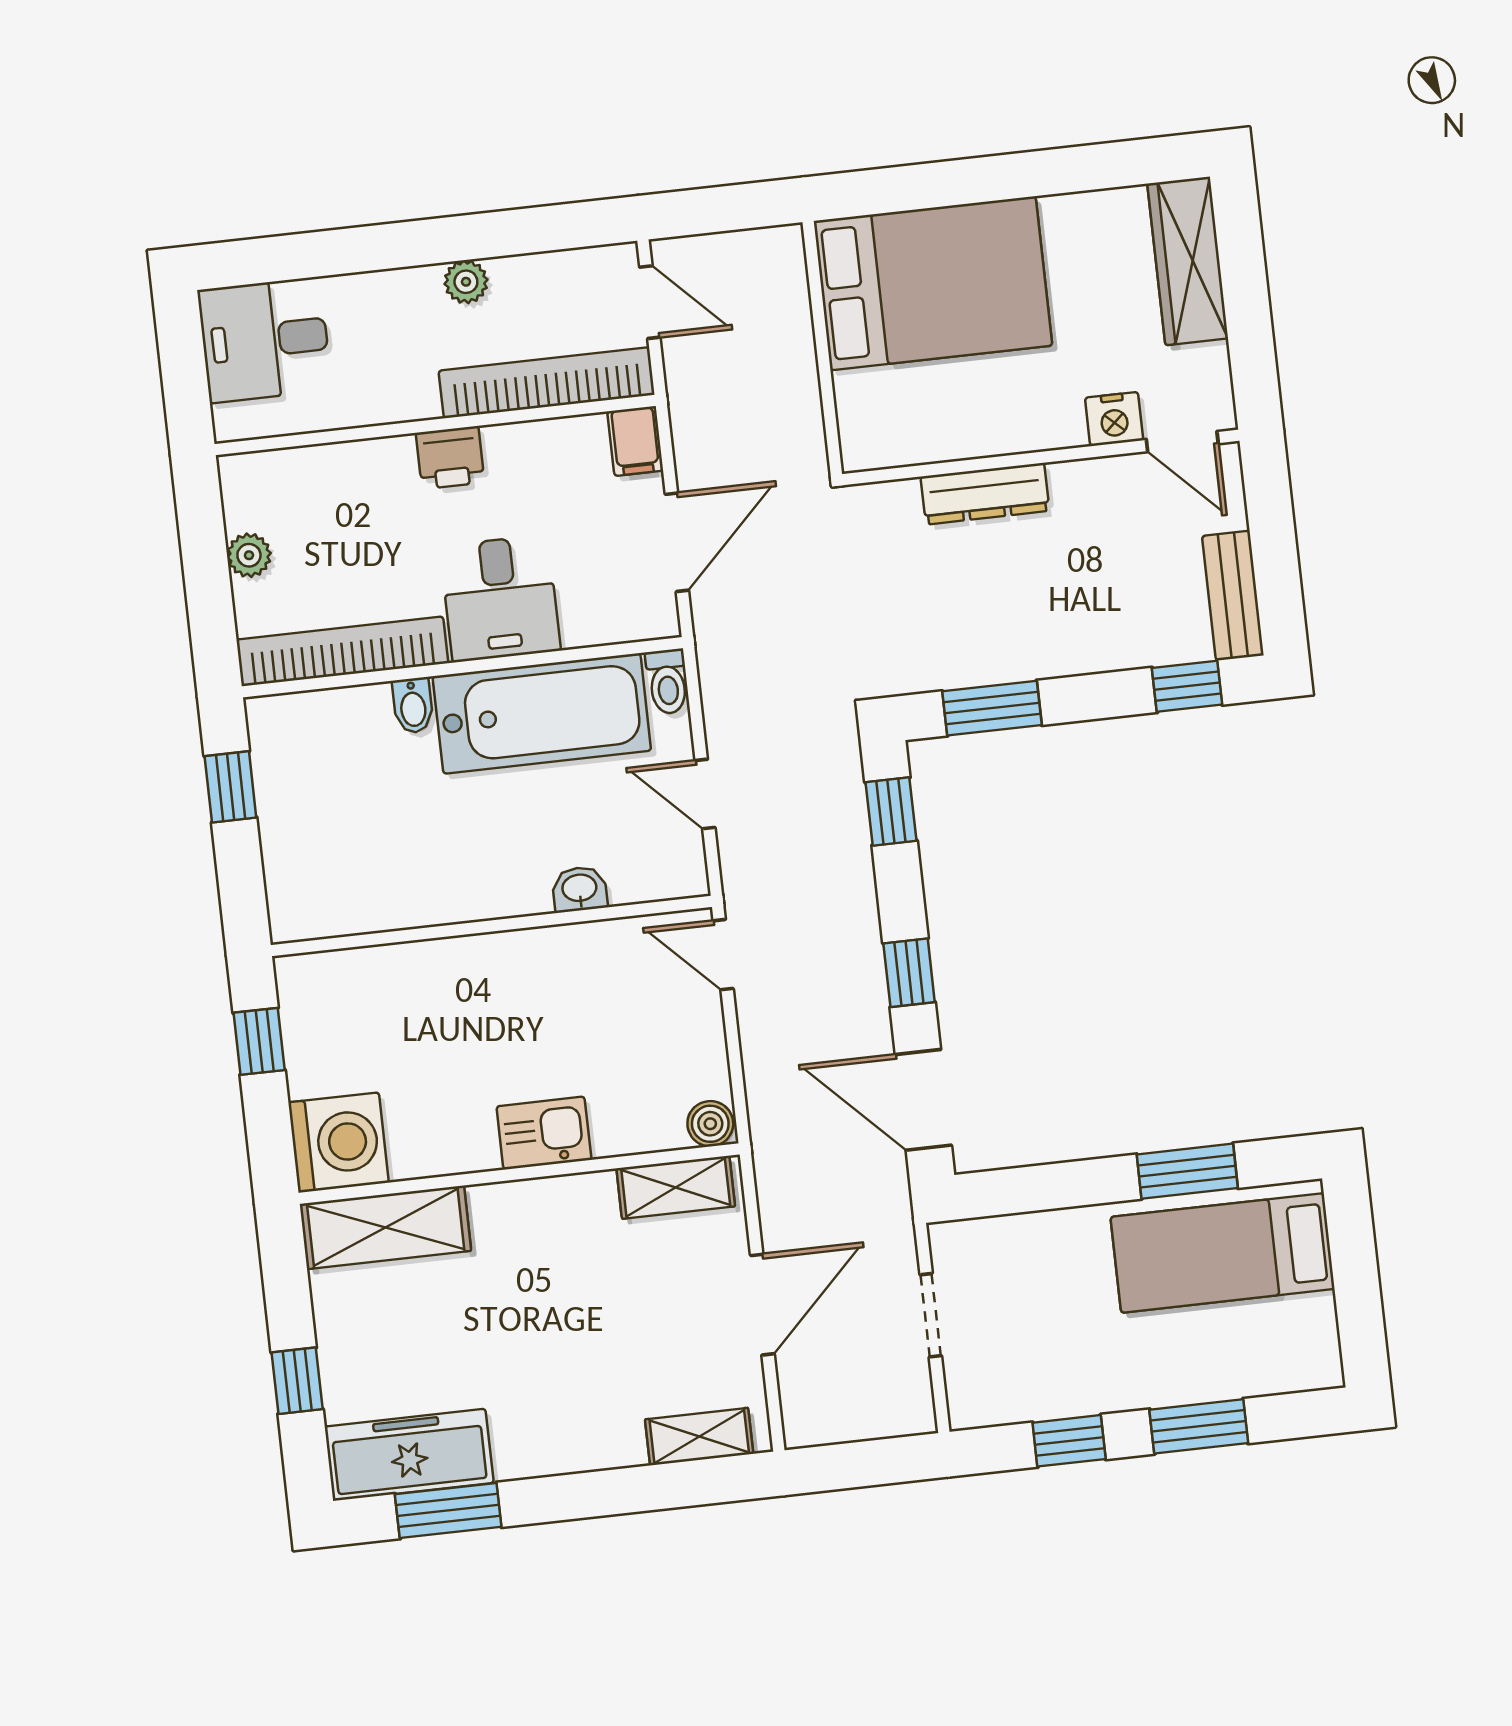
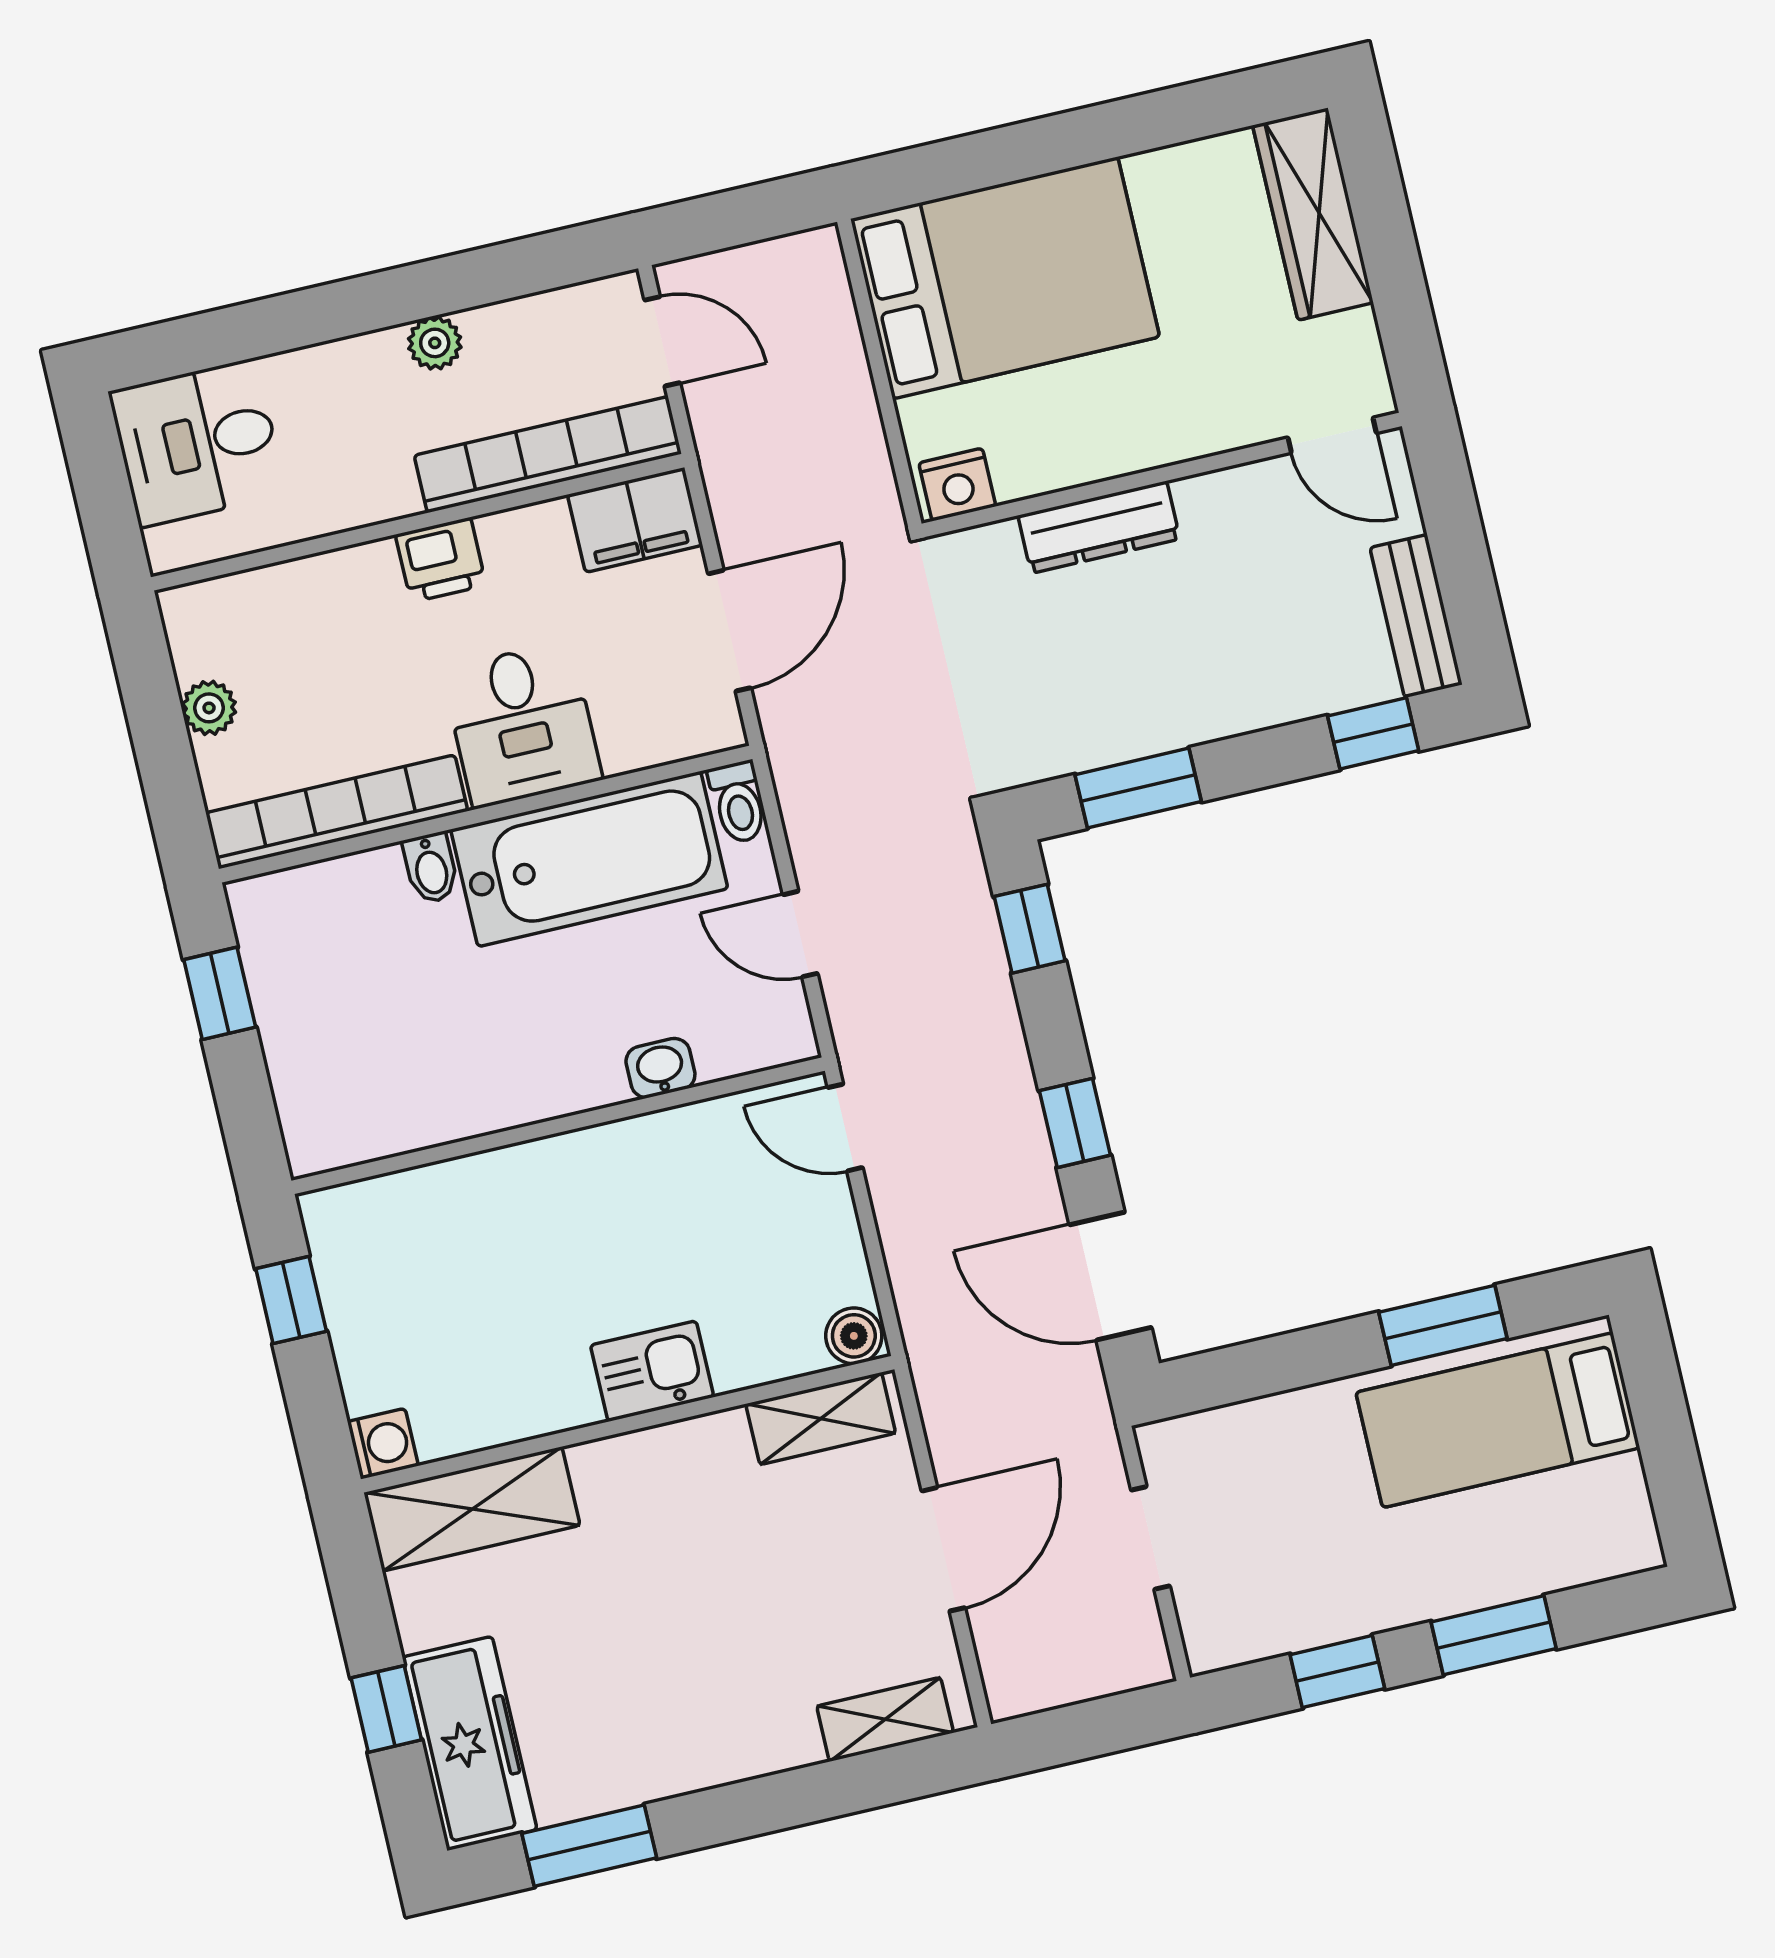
nightstand: (1114, 419) -> (957, 485), moved
filing cabinet: (635, 441) -> (635, 520), width x2.00
washing machine: (339, 1142) -> (383, 1444), width x0.53, depth x0.53
freezer: (409, 1455) -> (470, 1743), moved, turned 90

